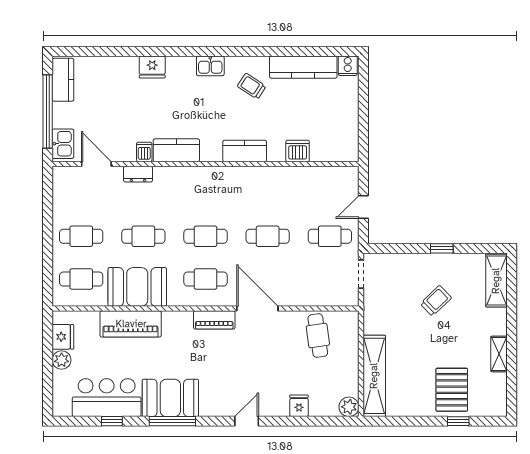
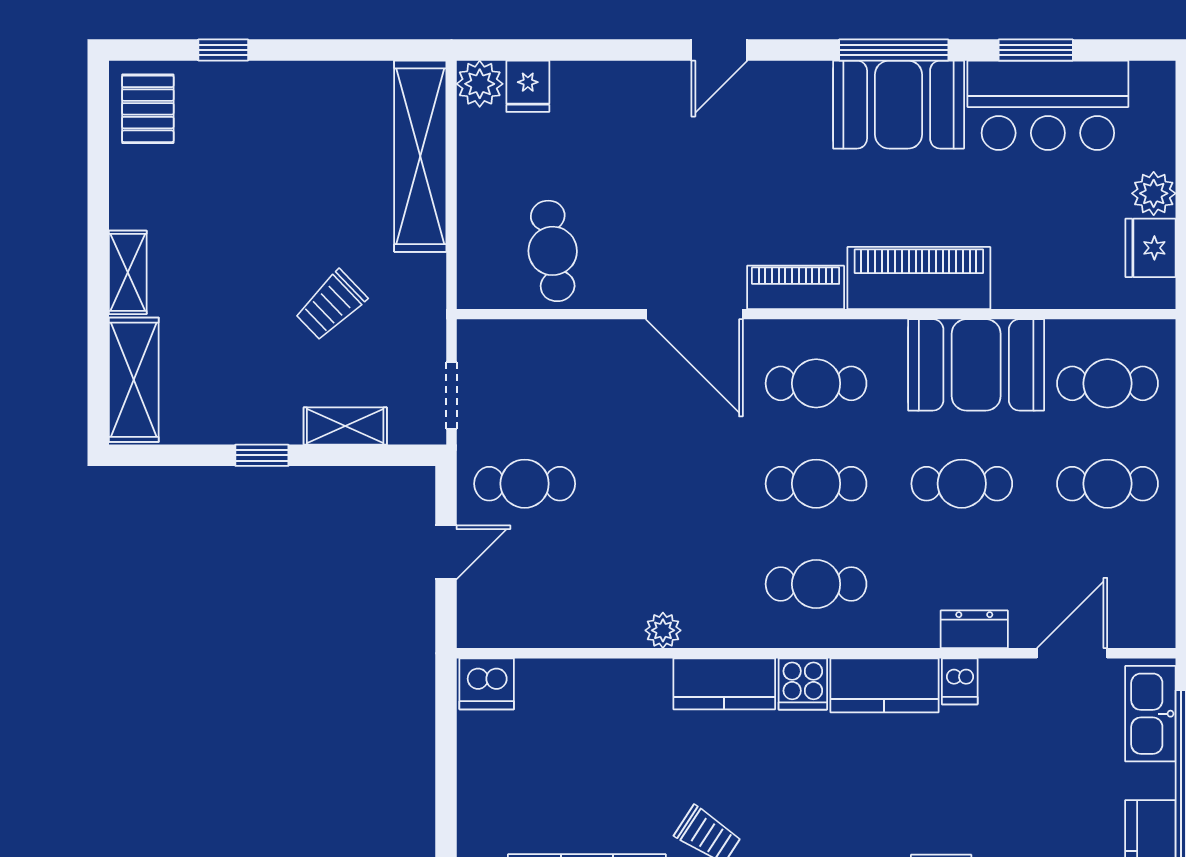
kitchen sink: (63, 144) -> (1150, 714), width x1.38
cooker: (211, 151) -> (803, 684), added
dishwasher: (298, 151) -> (487, 684), moved
door: (96, 164) -> (1072, 653), swing flipped
plant: (271, 174) -> (663, 630), added
cafe table: (268, 236) -> (816, 584), moved
shelving: (406, 261) -> (345, 426), added
trolley: (436, 301) -> (331, 305), moved
piano: (131, 324) -> (919, 278), moved
shelving: (499, 354) -> (128, 272), moved
pallet: (452, 390) -> (148, 109), moved, width x0.67, depth x0.71
fridge: (299, 406) -> (528, 86), moved
window: (112, 421) -> (1036, 50), width x1.50

